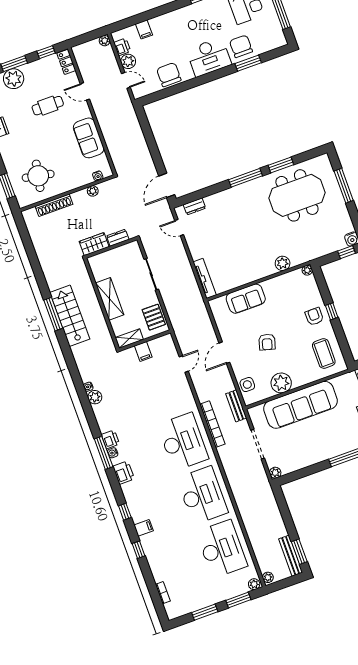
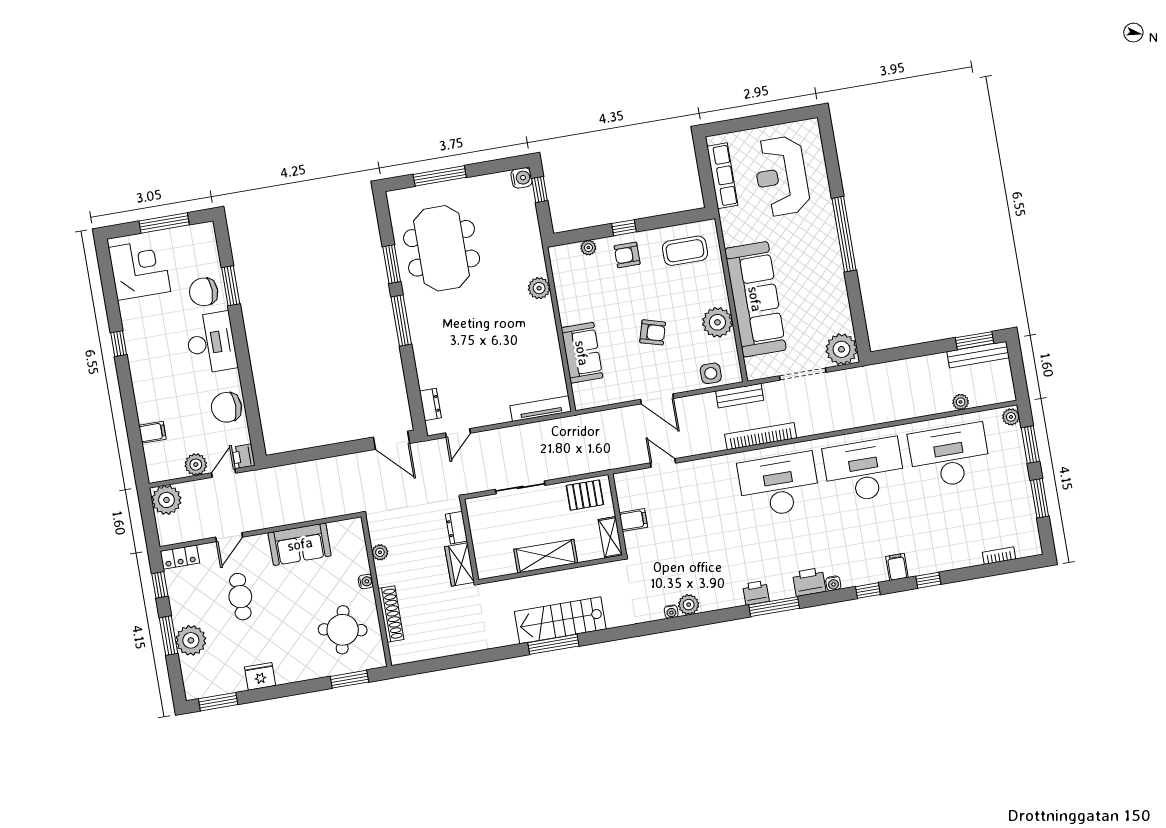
plant: (105, 41) -> (166, 500), width x1.88, depth x1.88
printer: (122, 47) -> (244, 456), moved, turned -90
water cooler: (98, 176) -> (366, 582), moved
plant: (307, 270) -> (588, 248), moved
water cooler: (113, 453) -> (833, 583), moved
plant: (275, 473) -> (841, 349), width x1.88, depth x1.88
plant: (268, 577) -> (961, 402), moved

